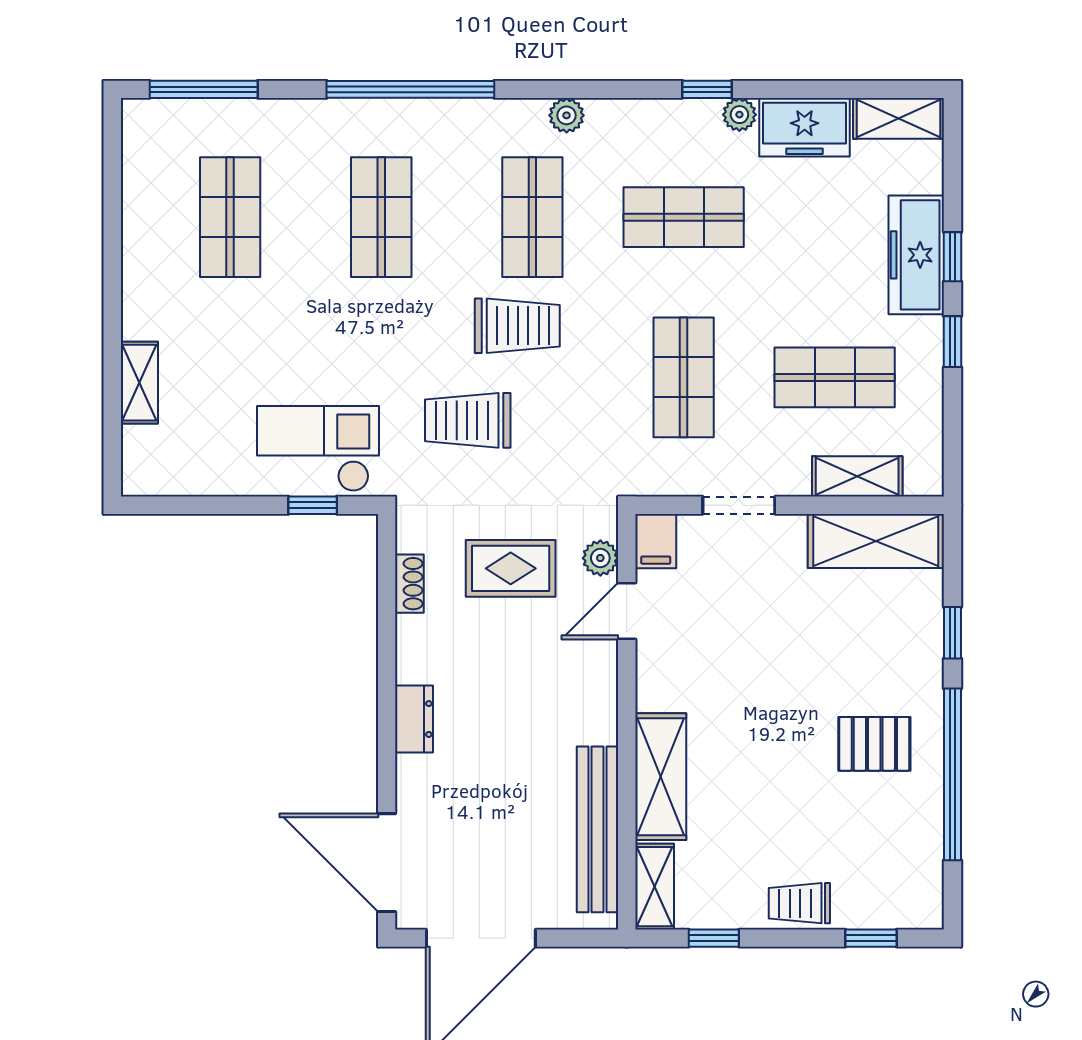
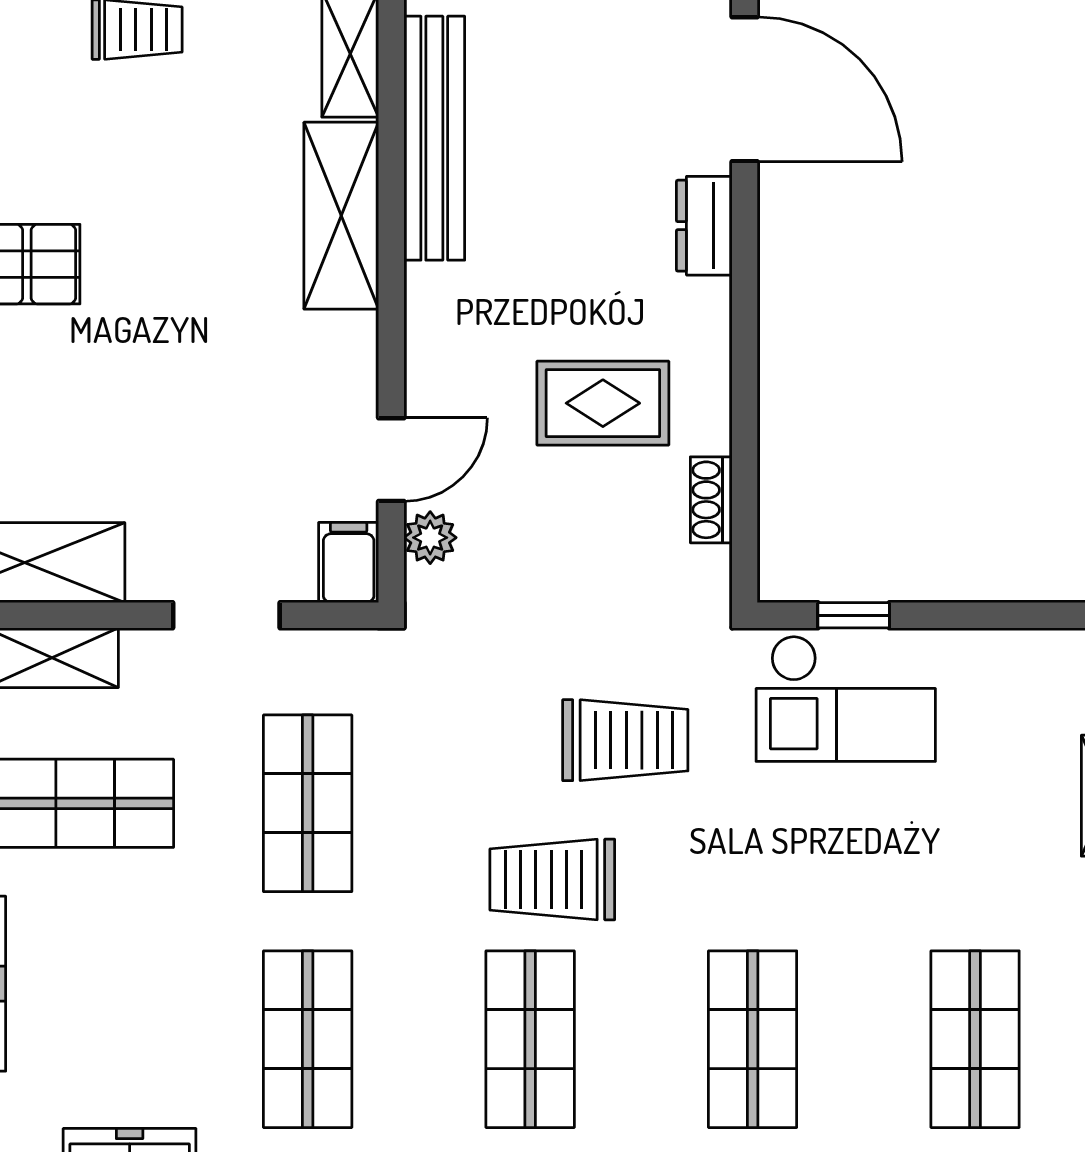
shop shelf: (684, 217) -> (308, 1039), turned 90
rug: (511, 568) -> (603, 403), moved
dresser: (414, 719) -> (704, 226), moved

